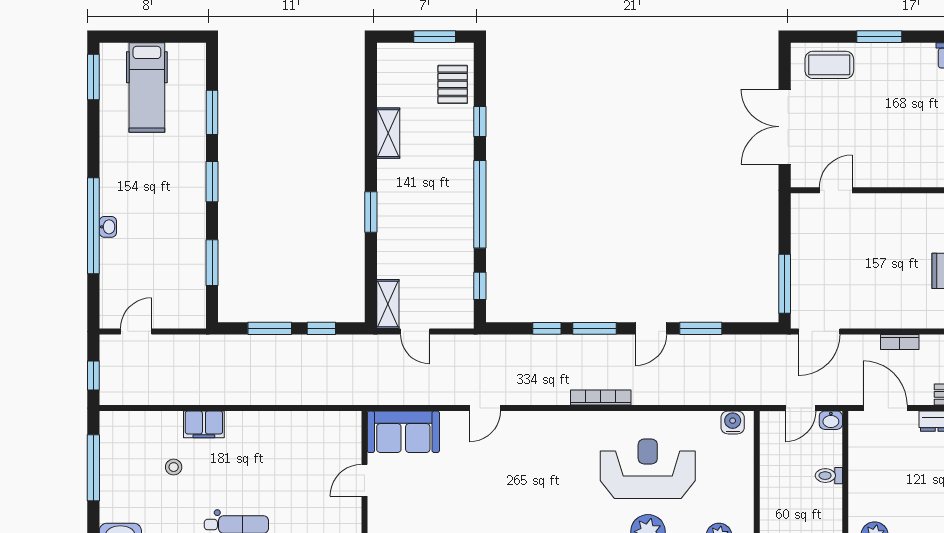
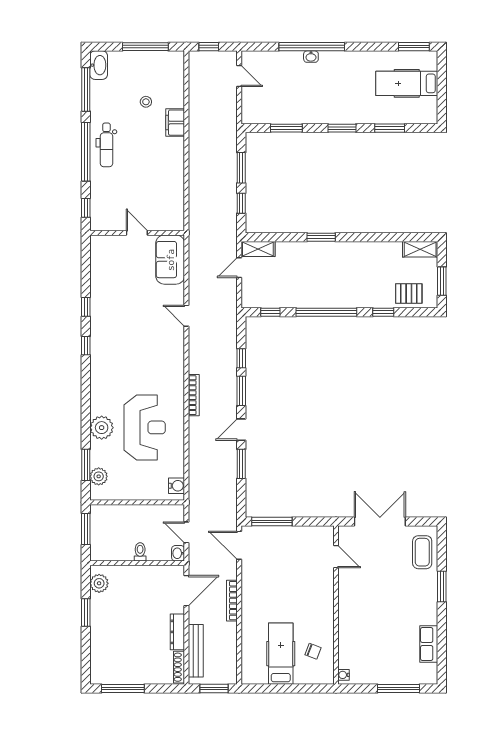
shelving: (388, 133) -> (420, 249), moved
door: (651, 328) -> (241, 430), hinge flipped
bookcase: (900, 342) -> (232, 601), width x1.56

